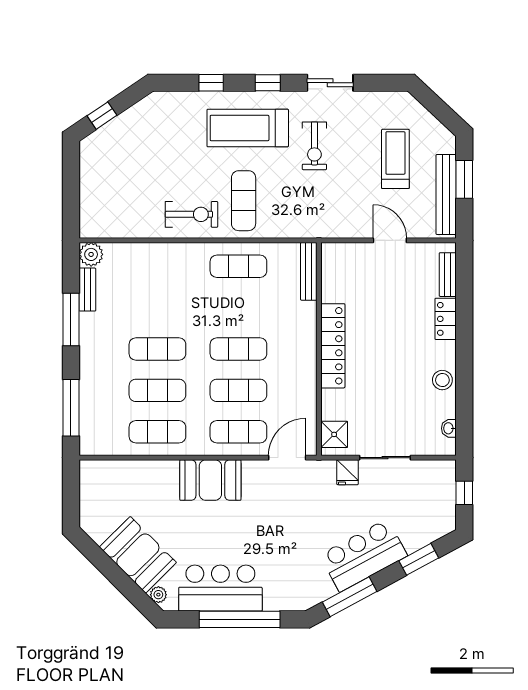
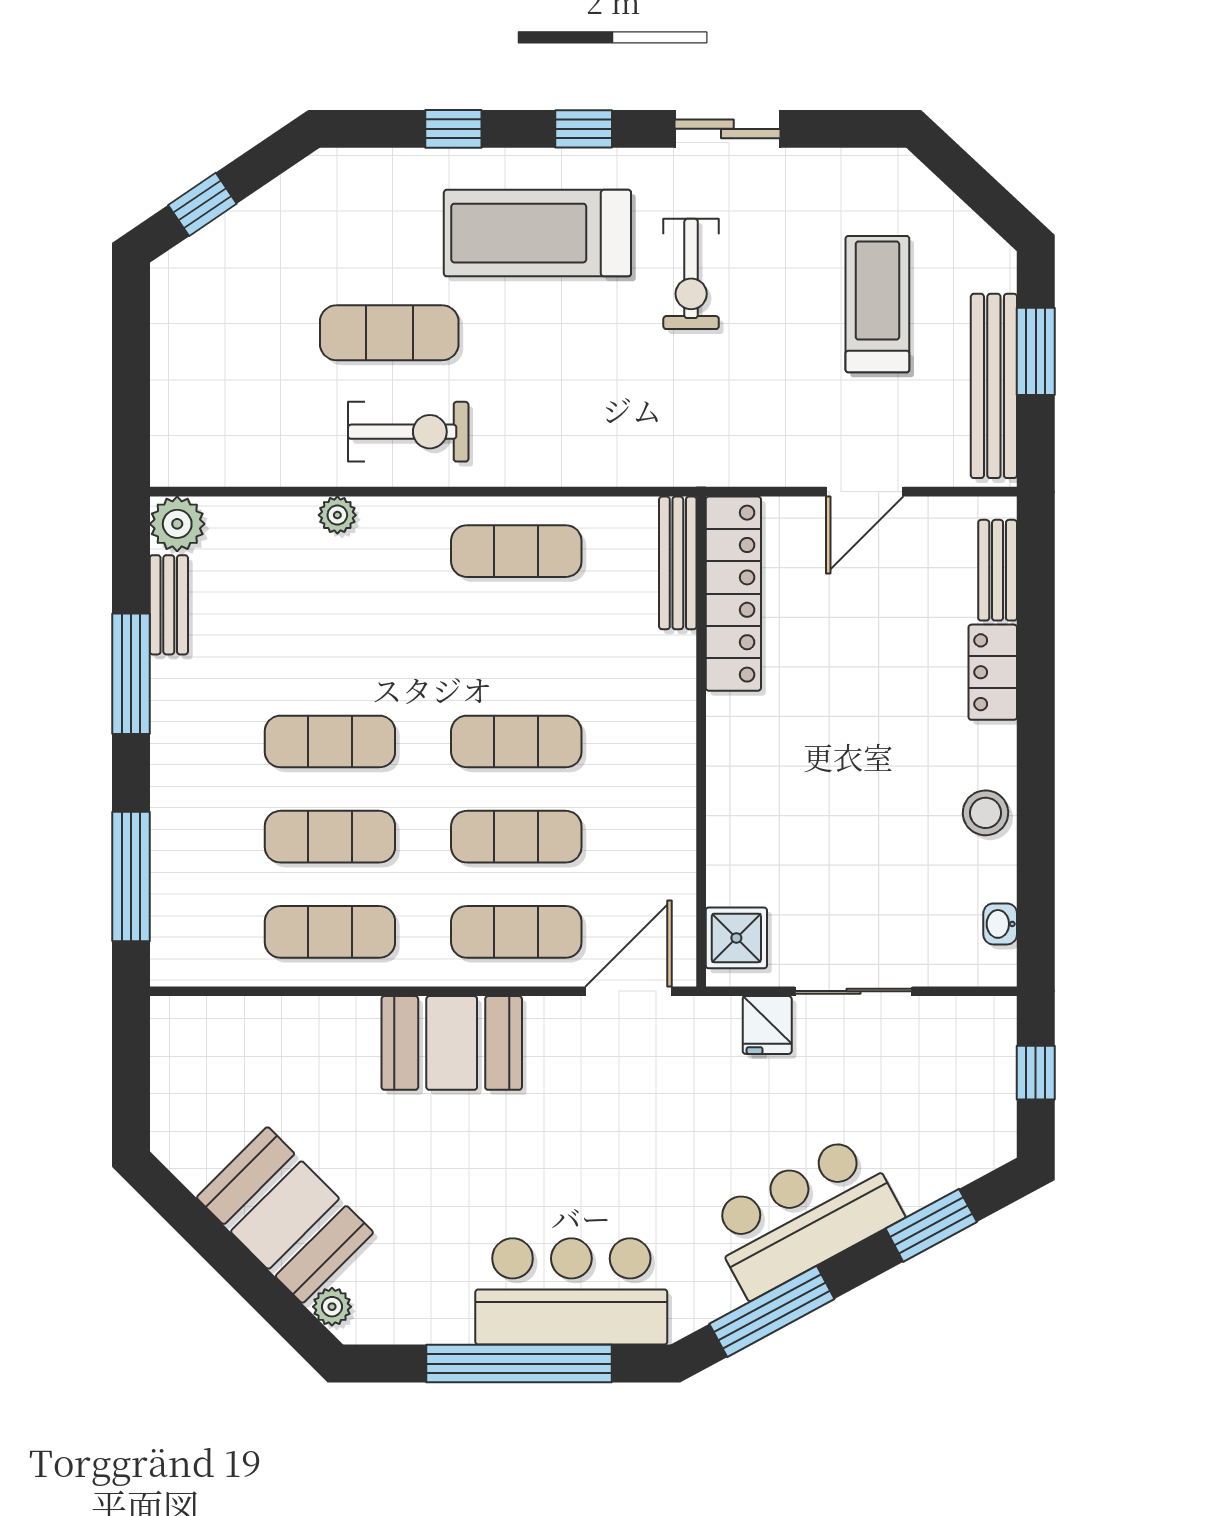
exercise mat: (244, 201) -> (389, 333), moved, turned 90
door: (390, 240) -> (865, 492), swing flipped
plant: (161, 251) -> (337, 515), added
locker: (333, 346) -> (733, 594), moved
bar counter: (220, 588) -> (571, 1291), moved

